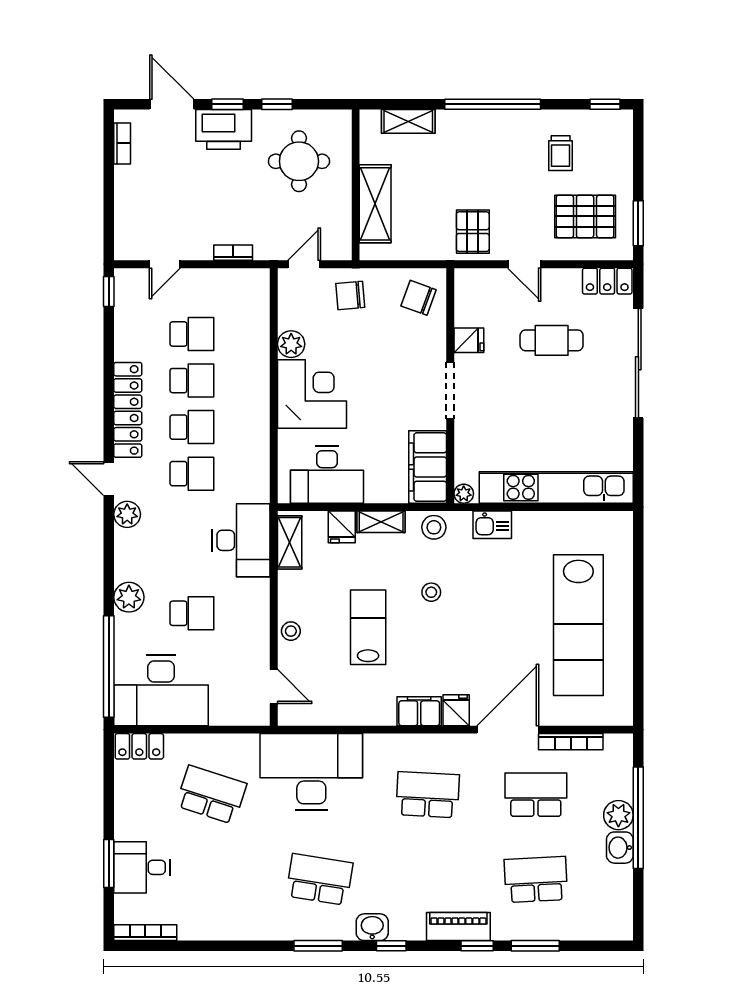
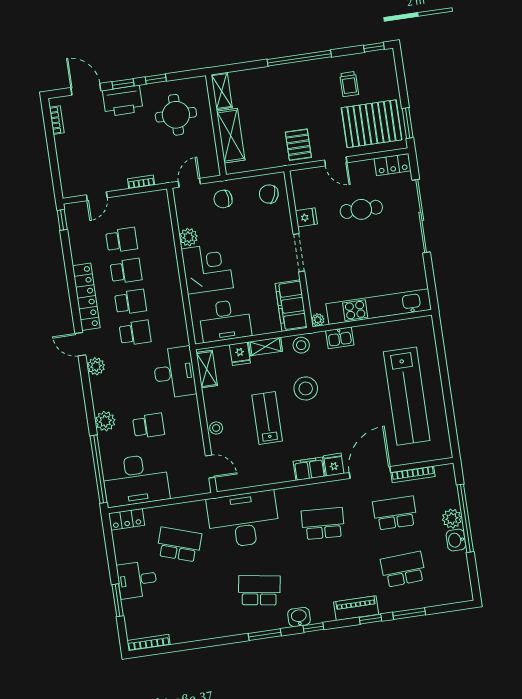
shelving: (408, 121) -> (222, 91), moved, turned 90
pallet: (585, 216) -> (372, 124), width x1.37, depth x1.41
stool: (431, 592) -> (306, 388), width x1.89, depth x1.89
desk: (142, 867) -> (137, 580), moved

